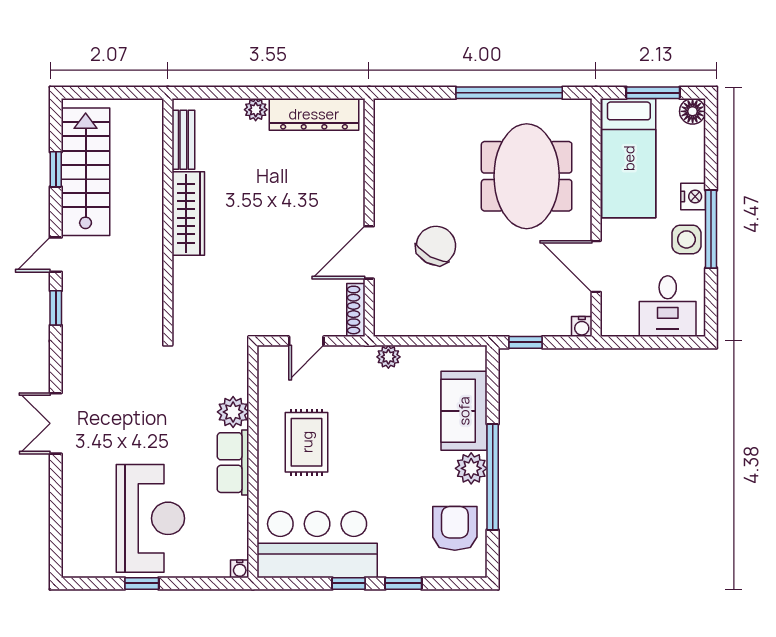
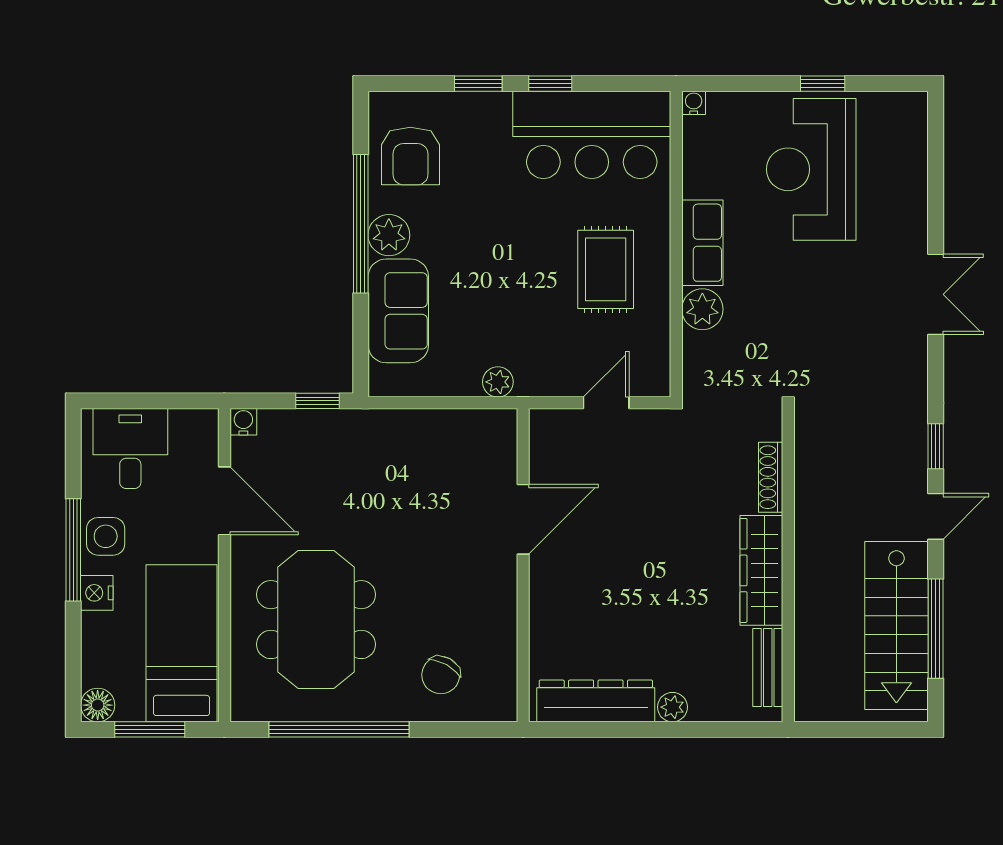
window: (56, 169) -> (936, 629), width x2.17
chair: (436, 246) -> (441, 675), moved, width x0.73, depth x0.73
shoe rack: (356, 310) -> (771, 477), moved, turned 180

